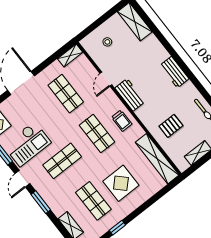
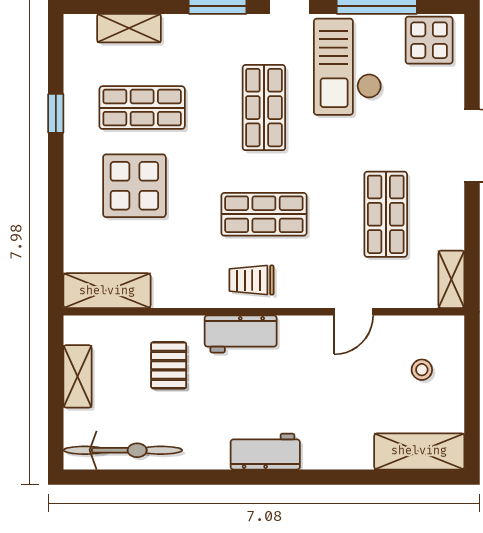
door: (106, 79) -> (354, 312), swing flipped
shop shelf: (66, 94) -> (386, 214), turned 90
workbench: (130, 95) -> (241, 334), moved
shelving: (157, 159) -> (107, 291), width x0.68

